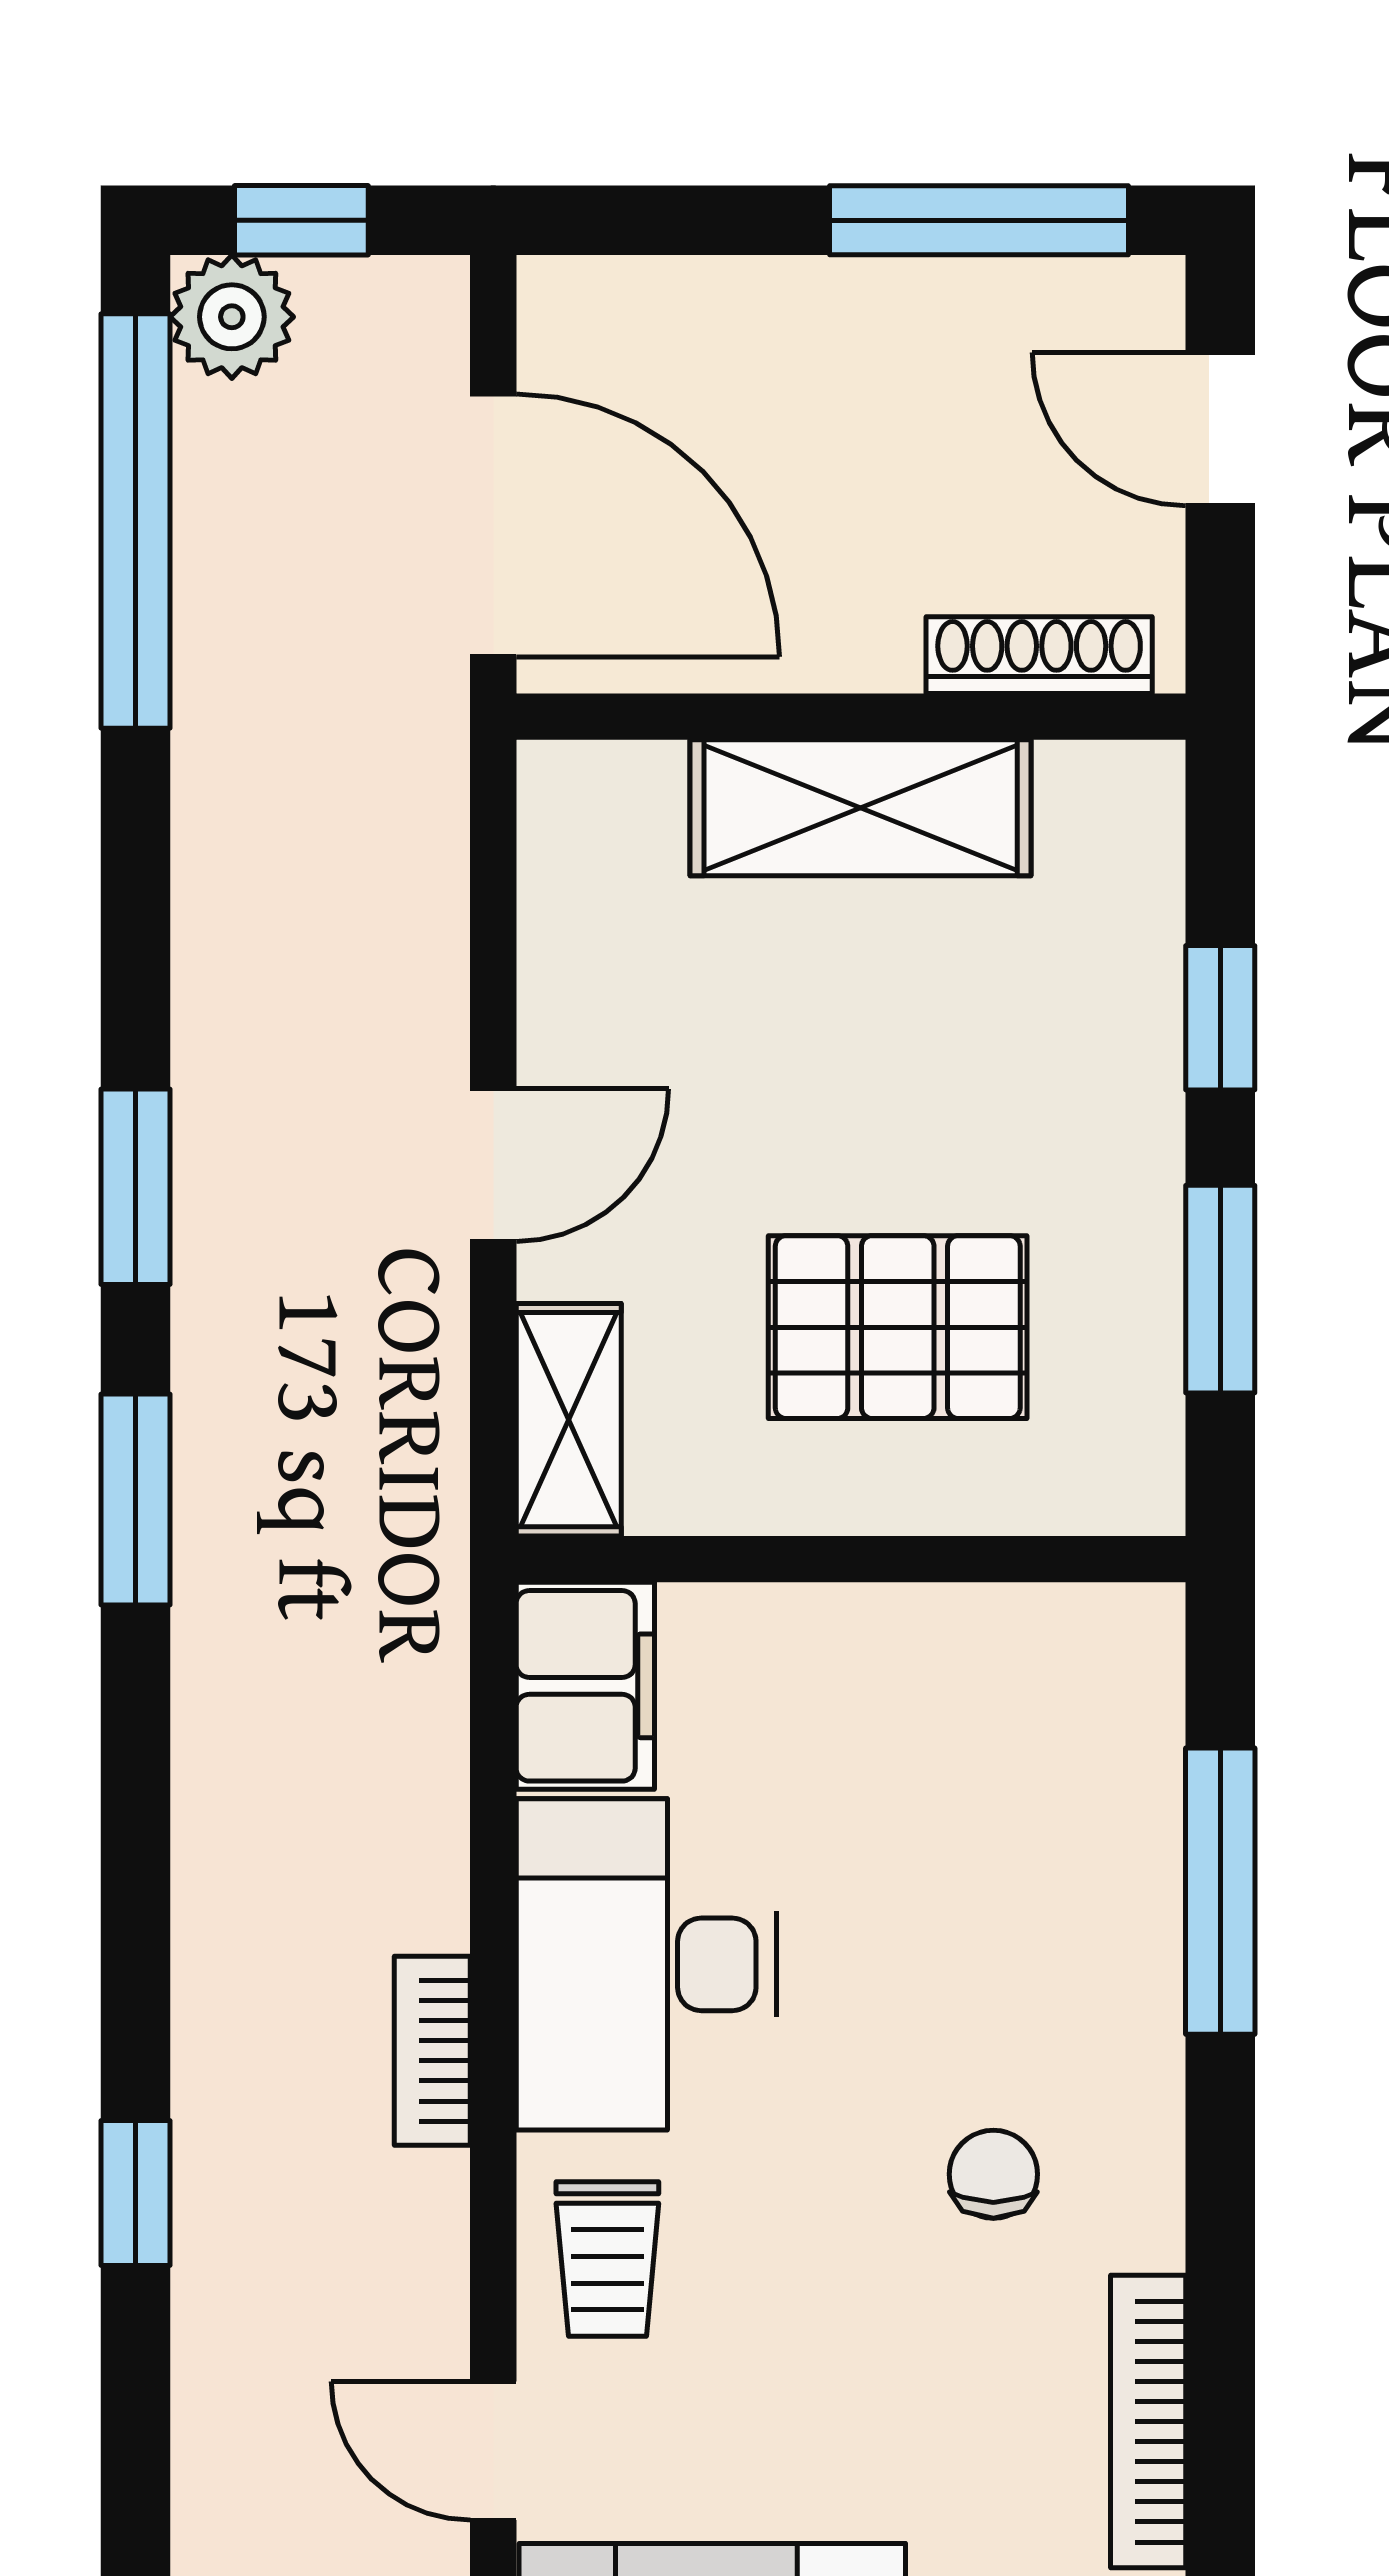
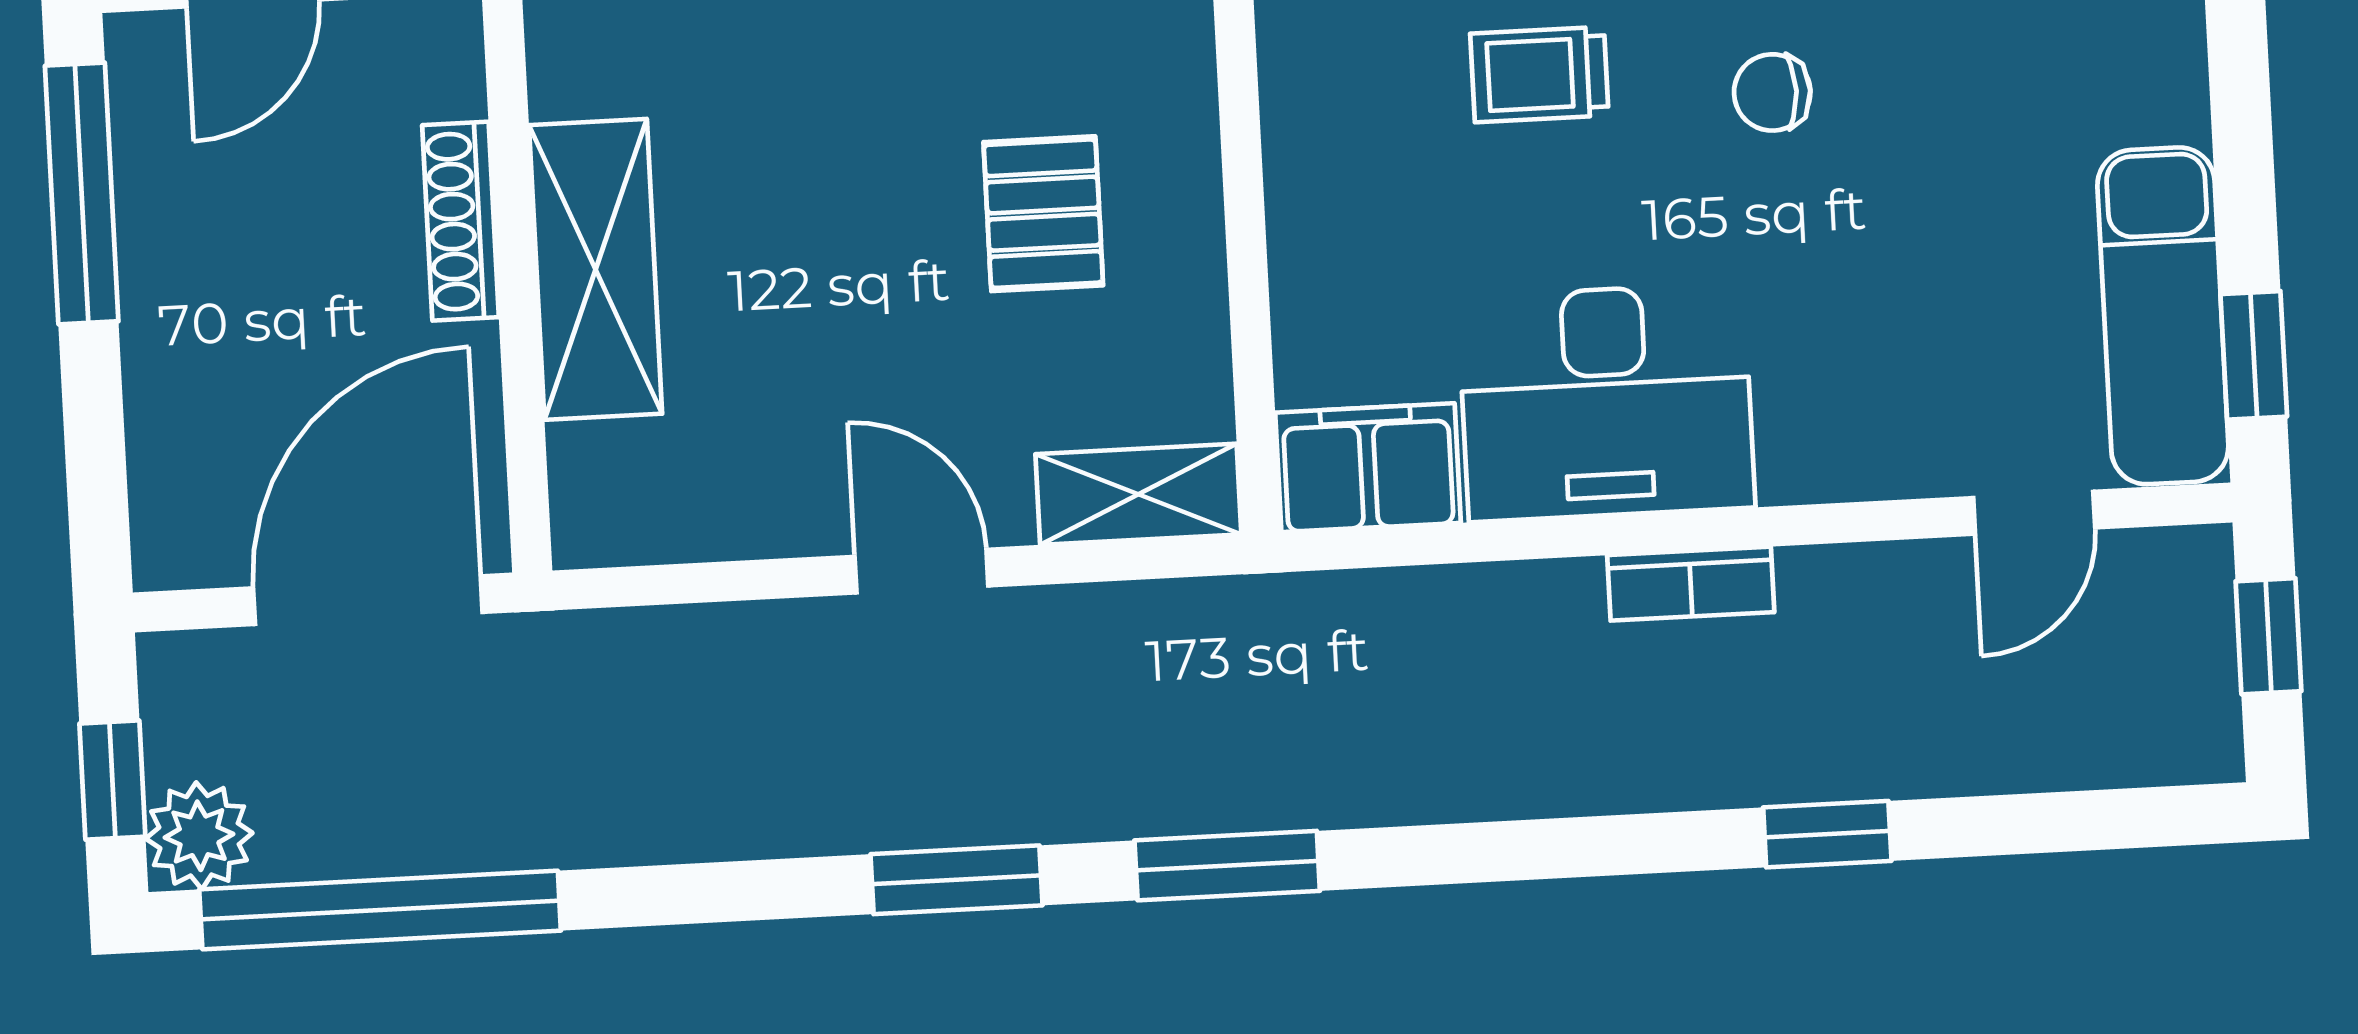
shoe rack: (1039, 655) -> (460, 221), moved
pallet: (898, 1327) -> (1043, 214), width x0.67, depth x0.71
trolley: (607, 2259) -> (1539, 74), moved, turned 180

